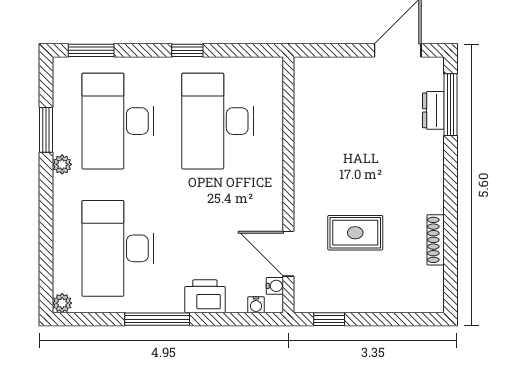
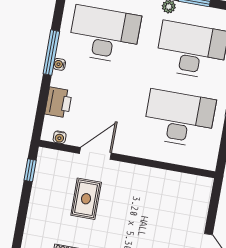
door: (288, 254) -> (95, 153), moved
printer: (205, 296) -> (58, 102), moved
water cooler: (256, 305) -> (59, 64), moved

